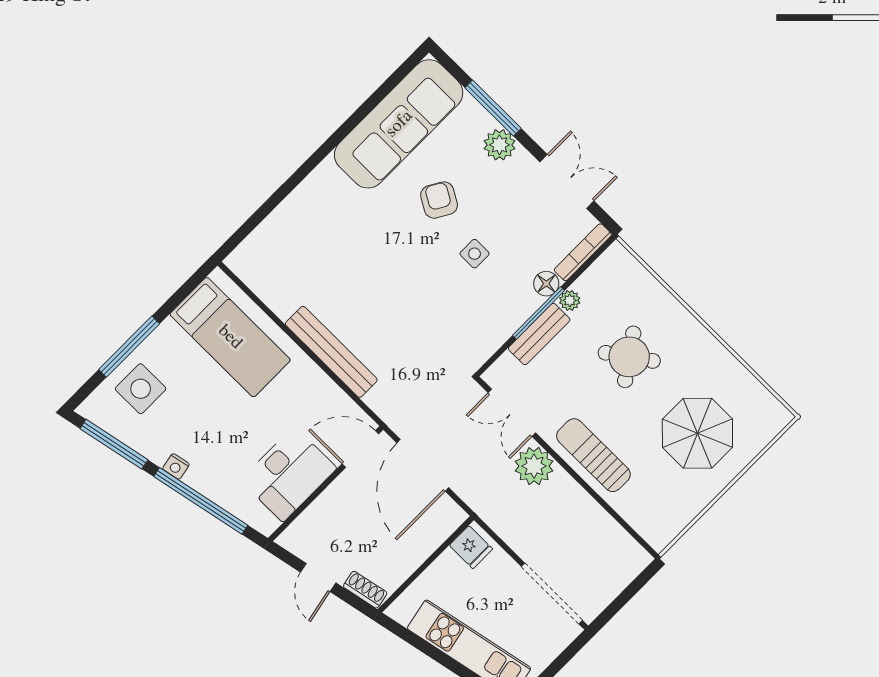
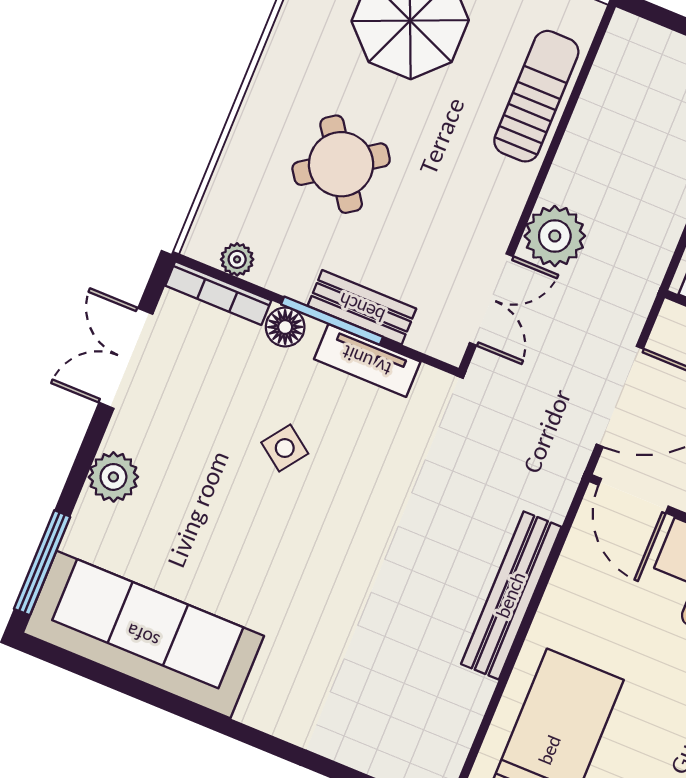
window: (493, 108) -> (42, 563), moved
armchair: (439, 200) -> (229, 531), removed
side table: (475, 254) -> (285, 448), turned 36
plant: (570, 300) -> (237, 259), moved
tv unit: (506, 324) -> (367, 360), added
sun lounger: (593, 455) -> (536, 96), moved, turned 180

